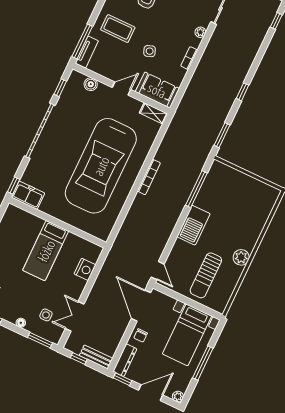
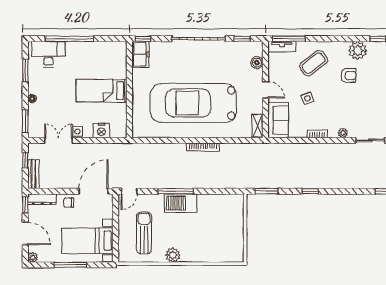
coffee table: (118, 29) -> (314, 63), turned 52
window: (196, 189) -> (176, 191), moved
sun lounger: (206, 275) -> (144, 233), turned 90
side table: (46, 315) -> (77, 131), moved

